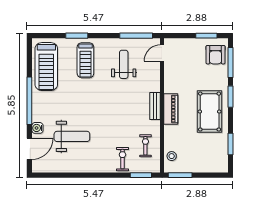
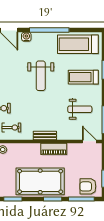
piano: (171, 109) -> (54, 149), moved
pool table: (210, 112) -> (40, 181), width x1.36, depth x1.32
weight bench: (72, 136) -> (41, 76), moved

